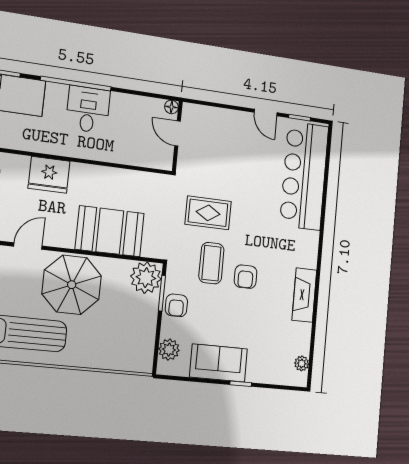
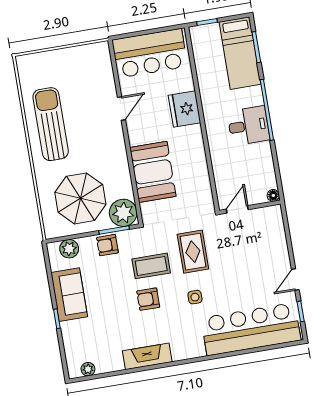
door: (178, 134) -> (237, 209), moved
side table: (256, 225) -> (195, 297), added
door: (28, 246) -> (121, 108), hinge flipped
parasol: (72, 285) -> (80, 198), moved

